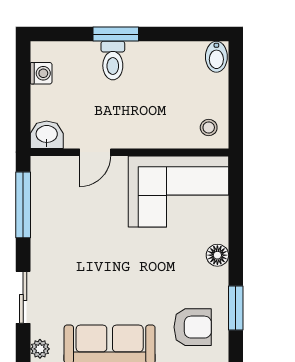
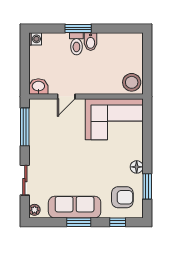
bidet: (216, 57) -> (91, 42), moved
washing machine: (41, 73) -> (35, 39), moved
stool: (209, 127) -> (132, 82), width x1.89, depth x1.89
floor lamp: (217, 255) -> (137, 167), moved

